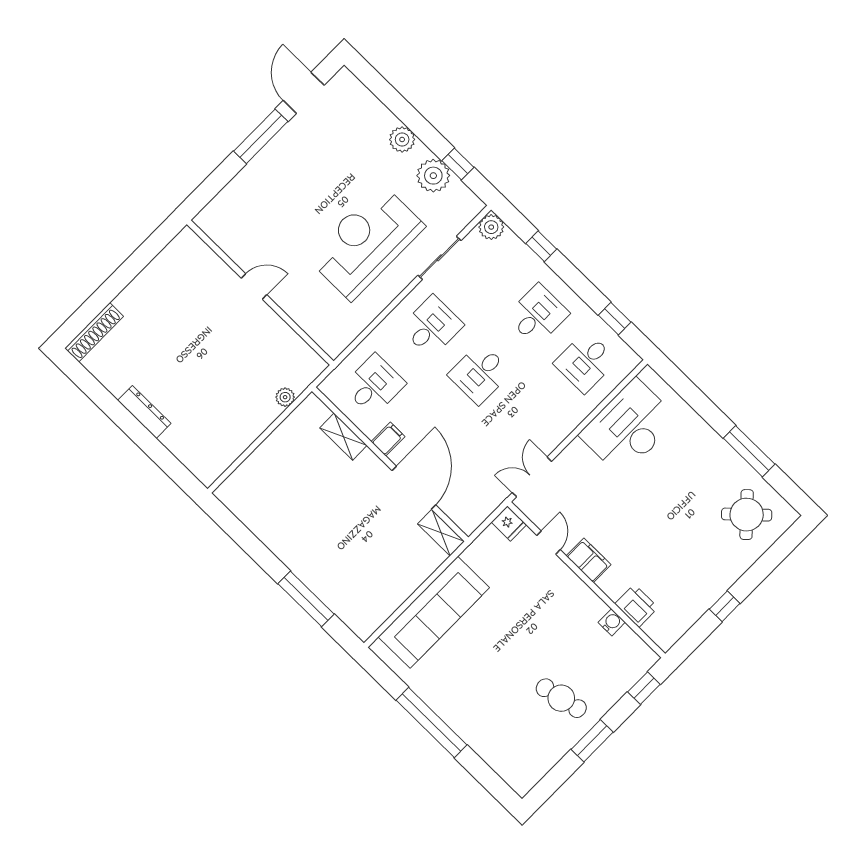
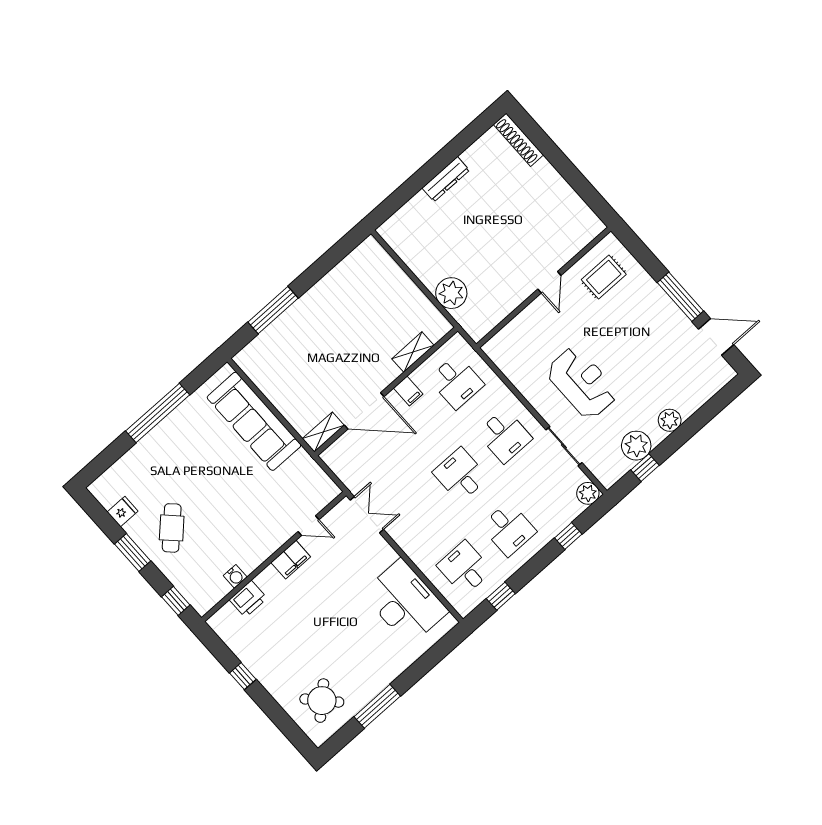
rug: (244, 225) -> (604, 277), added
reception desk: (366, 242) -> (582, 383), width x0.74, depth x0.77
plant: (285, 397) -> (451, 293), width x1.87, depth x1.87
fridge: (509, 524) -> (123, 512), moved, turned 180
cafe table: (561, 698) -> (172, 528), turned -33

